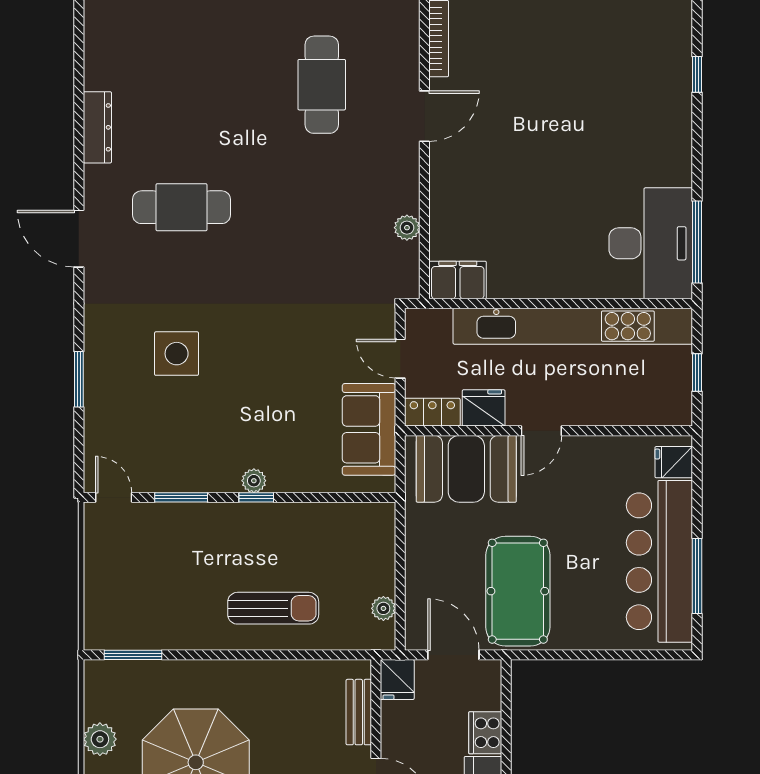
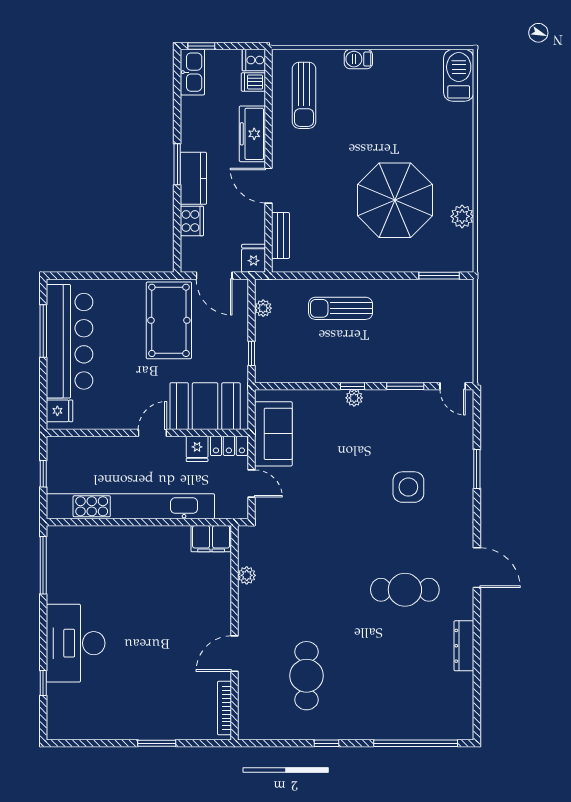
desk: (651, 243) -> (76, 643), moved
fridge: (484, 408) -> (197, 449), width x0.72
window: (400, 544) -> (252, 353), added

